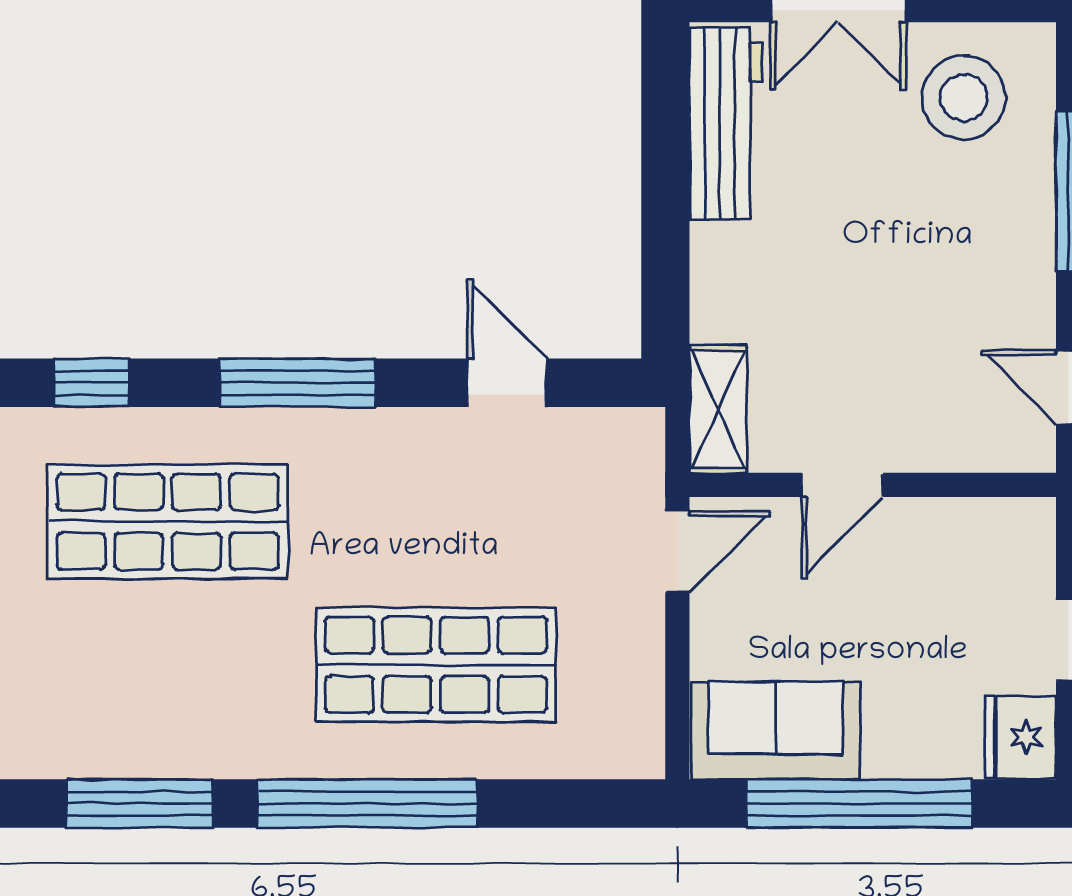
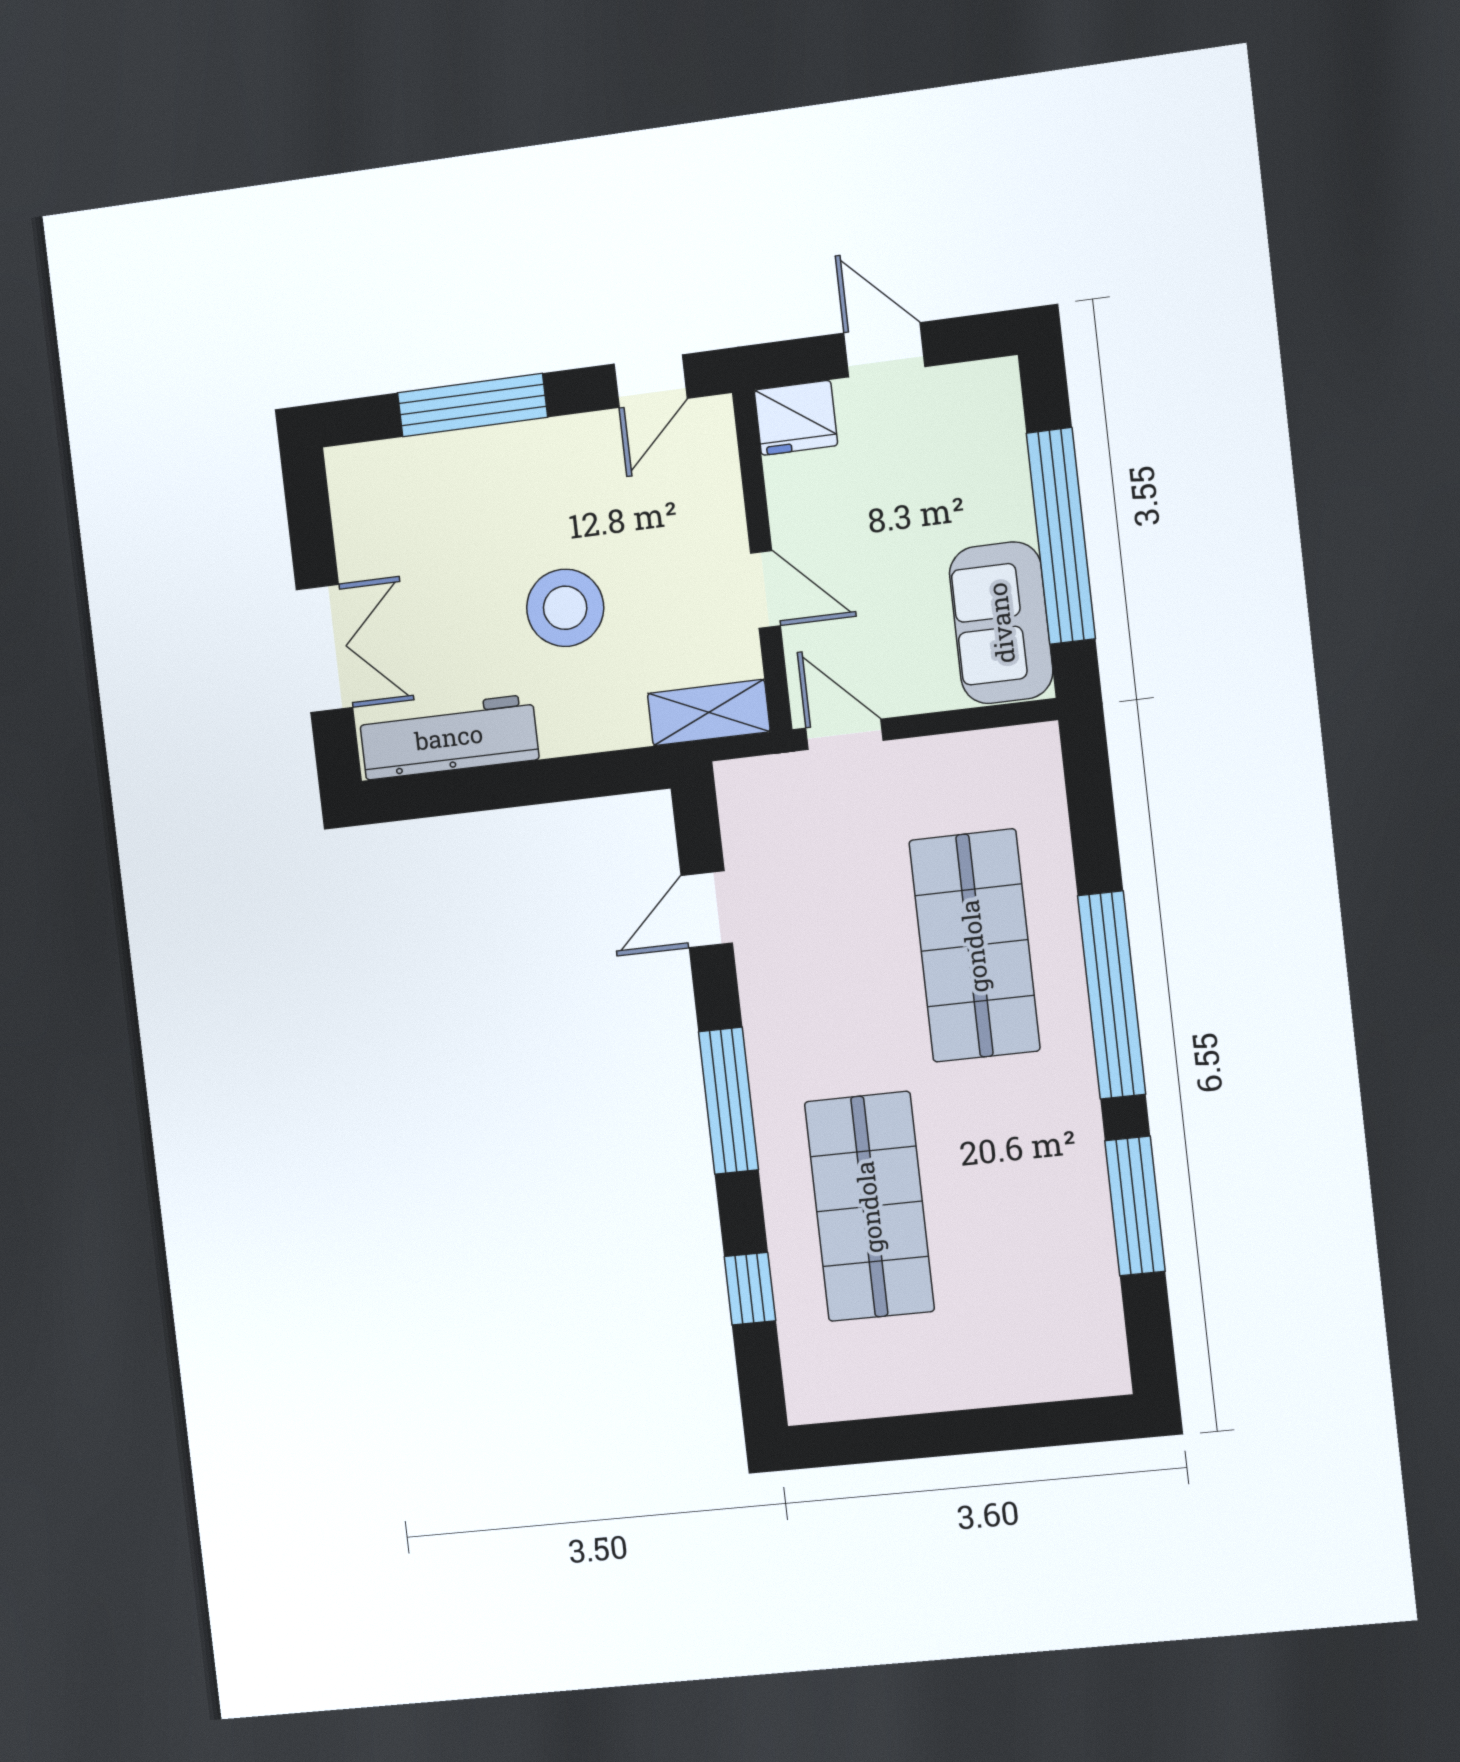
stool: (964, 98) -> (565, 608), moved
fridge: (1021, 737) -> (796, 418), moved

